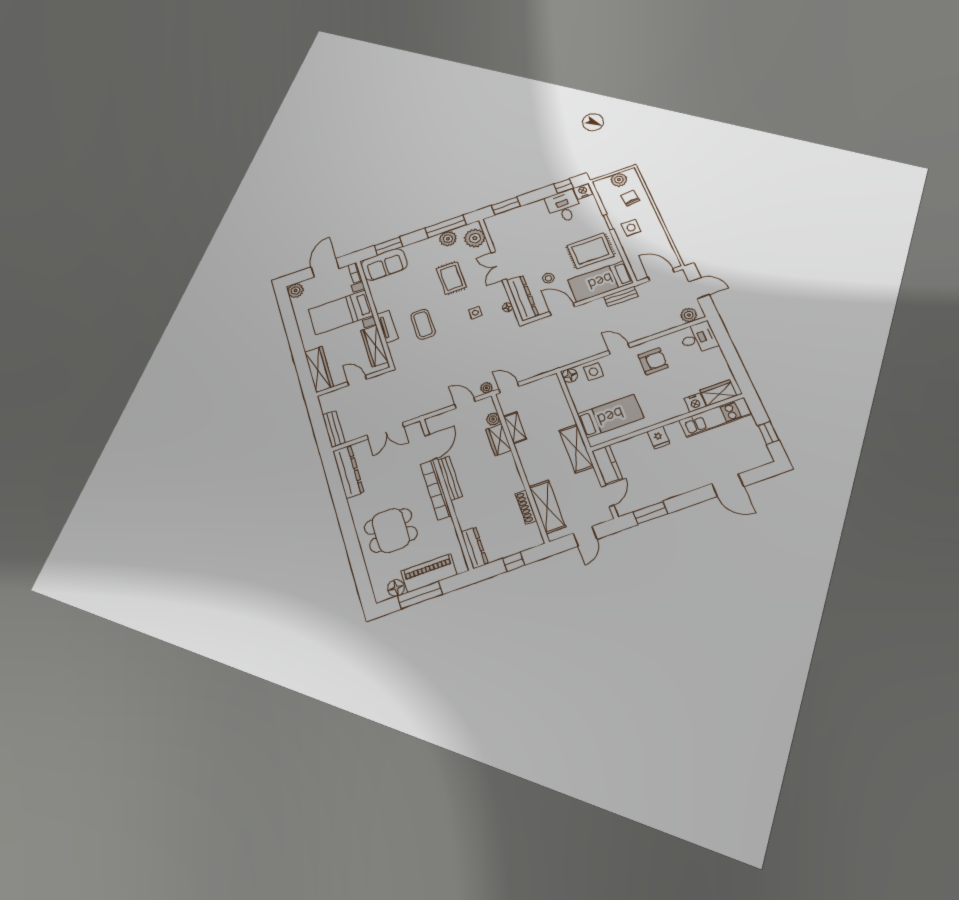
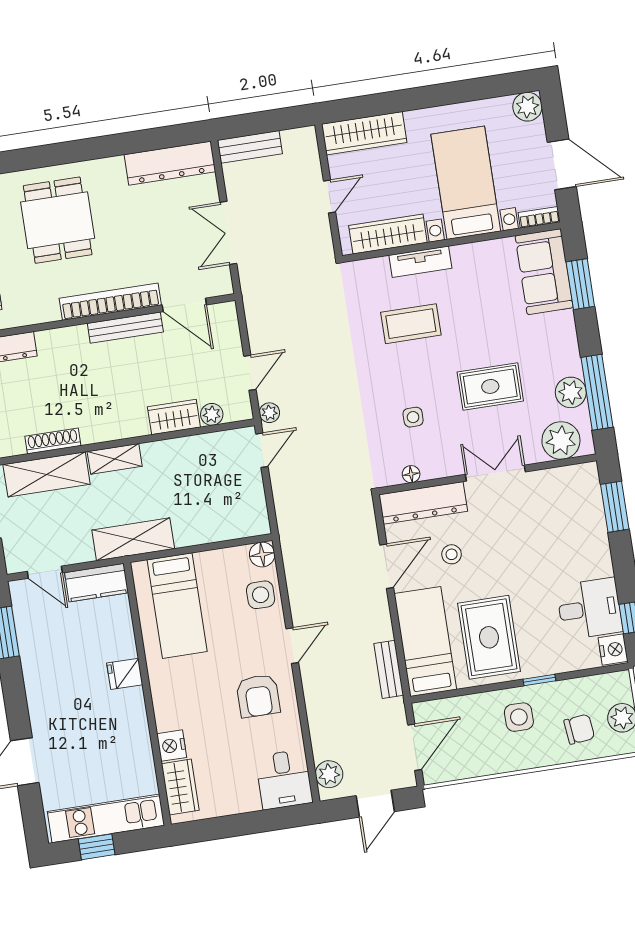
kitchen unit: (716, 417) -> (106, 818), moved, turned 90
shelving: (515, 428) -> (115, 459), moved

